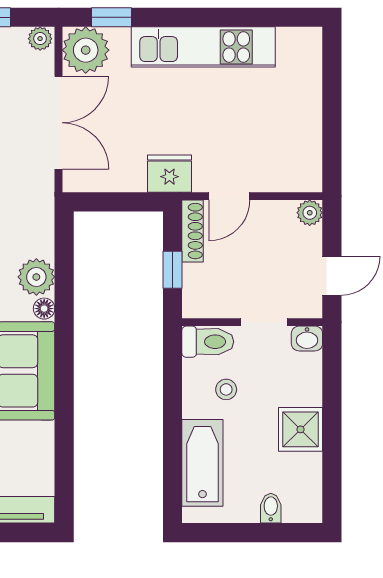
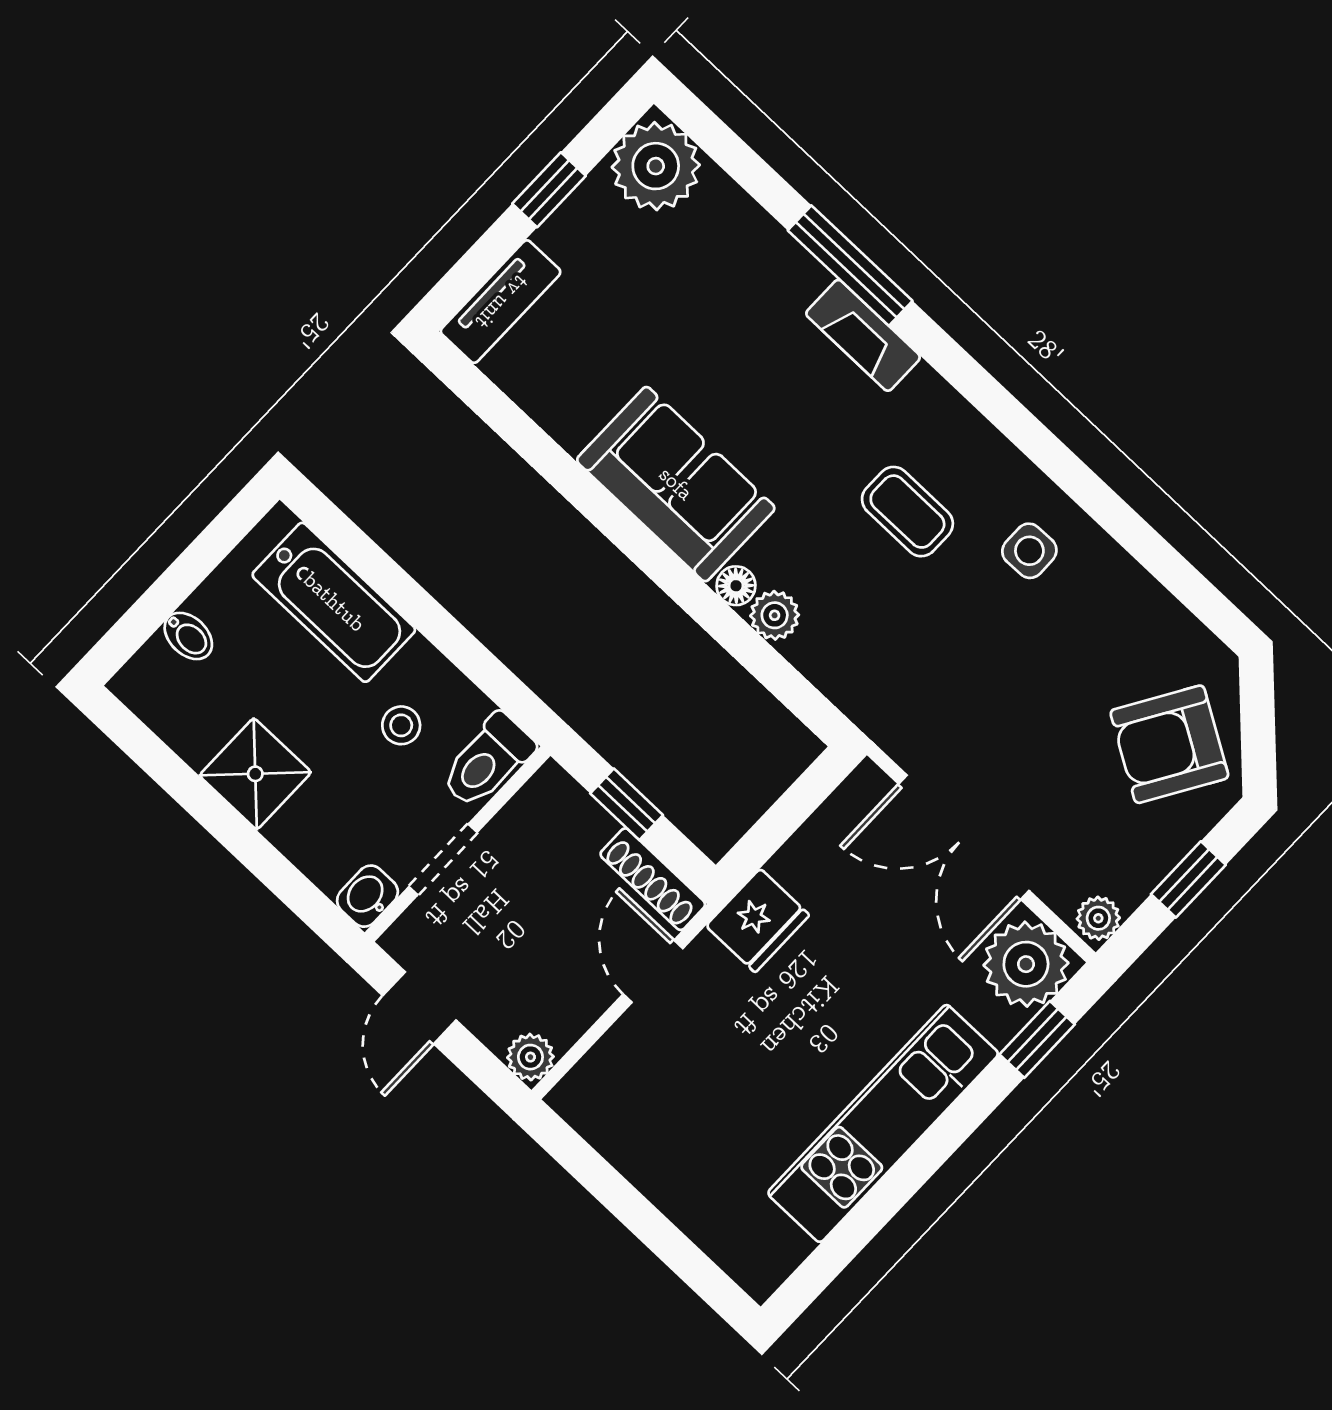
plant: (36, 277) -> (775, 615), width x0.73, depth x0.73

